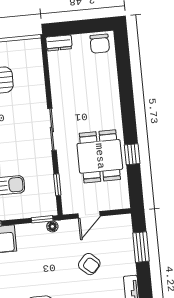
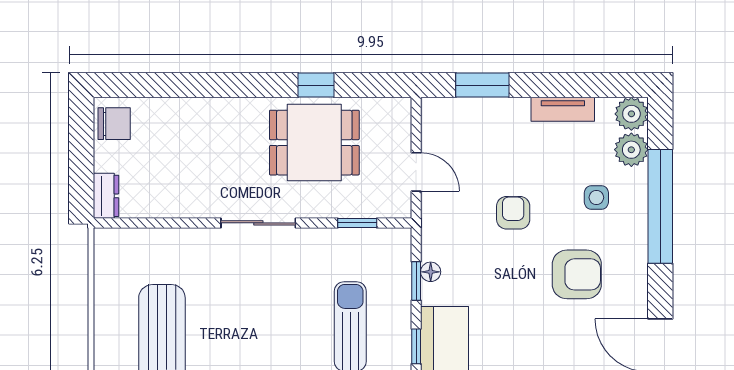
window: (42, 219) -> (416, 281), moved
floor lamp: (52, 226) -> (431, 272), moved
armchair: (89, 264) -> (513, 213), moved, turned -42

